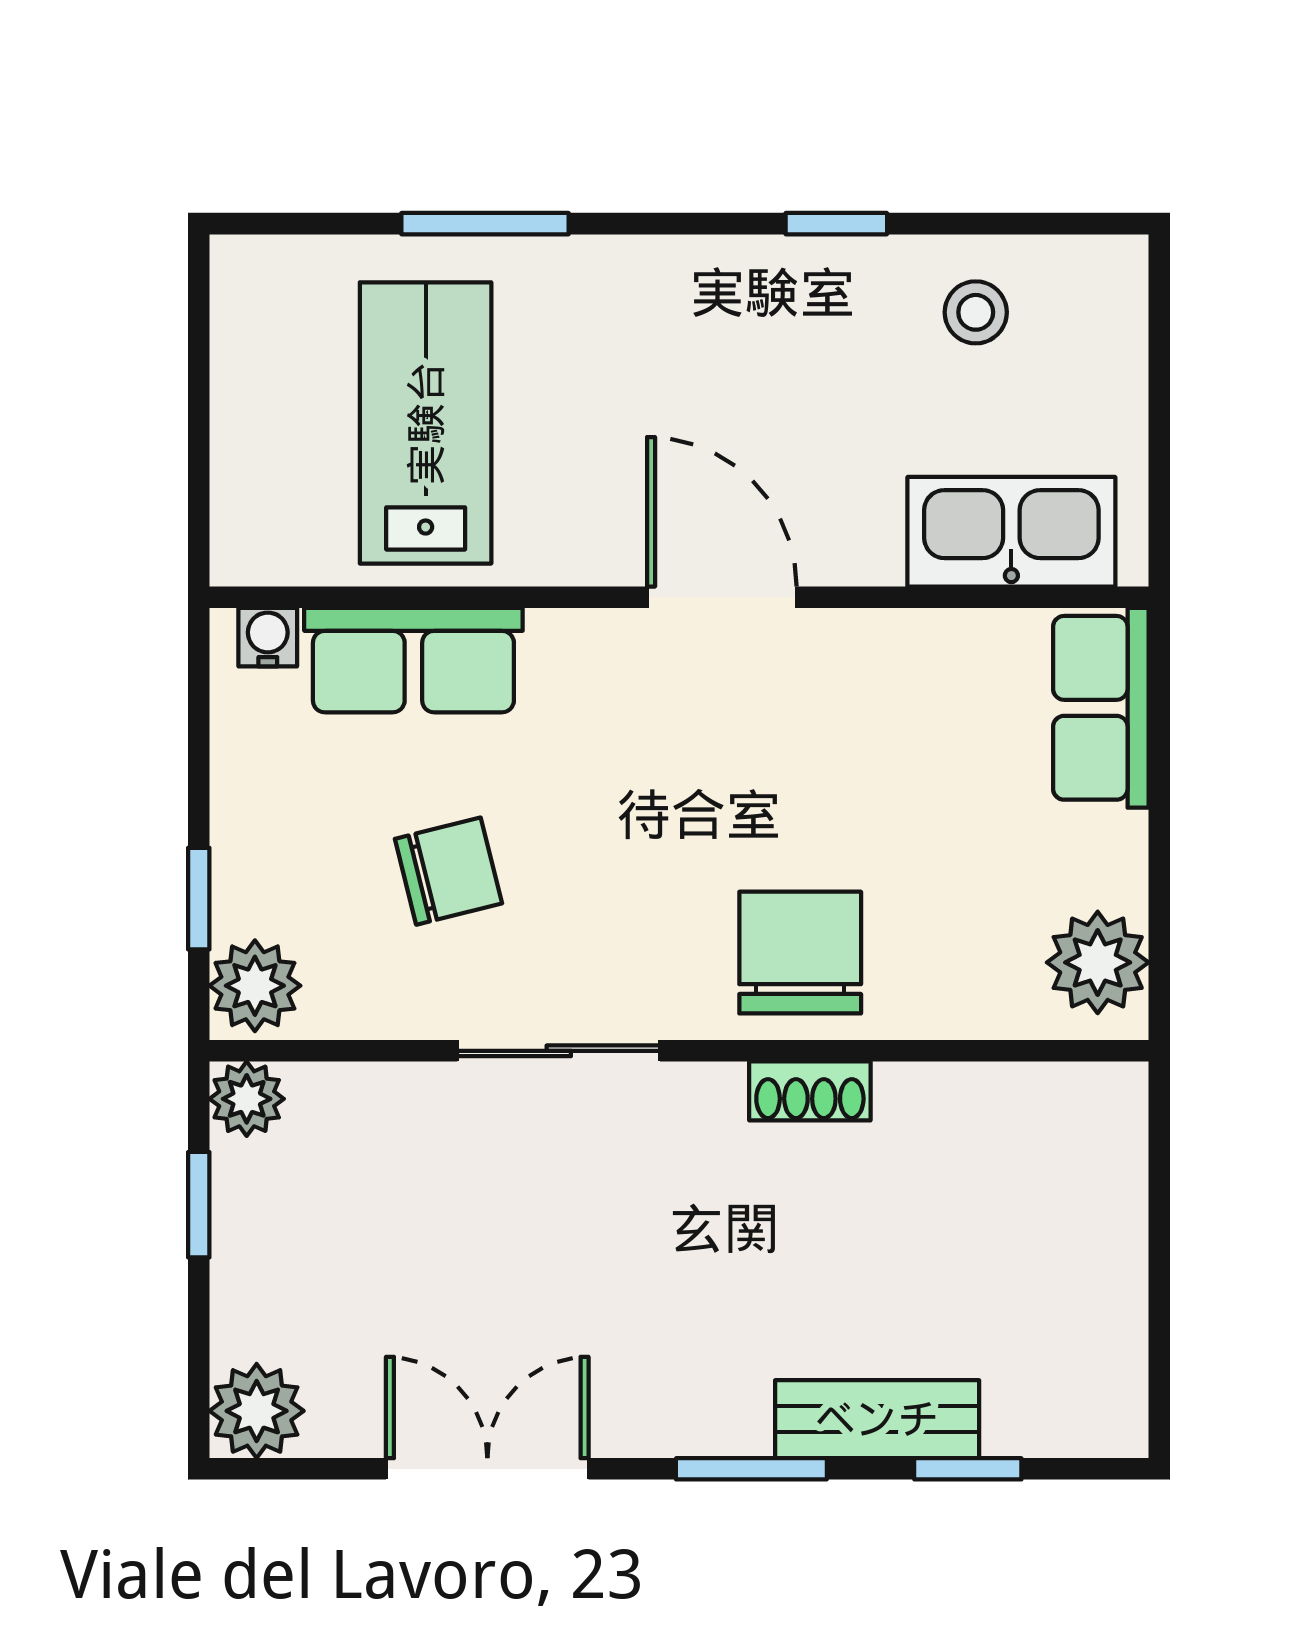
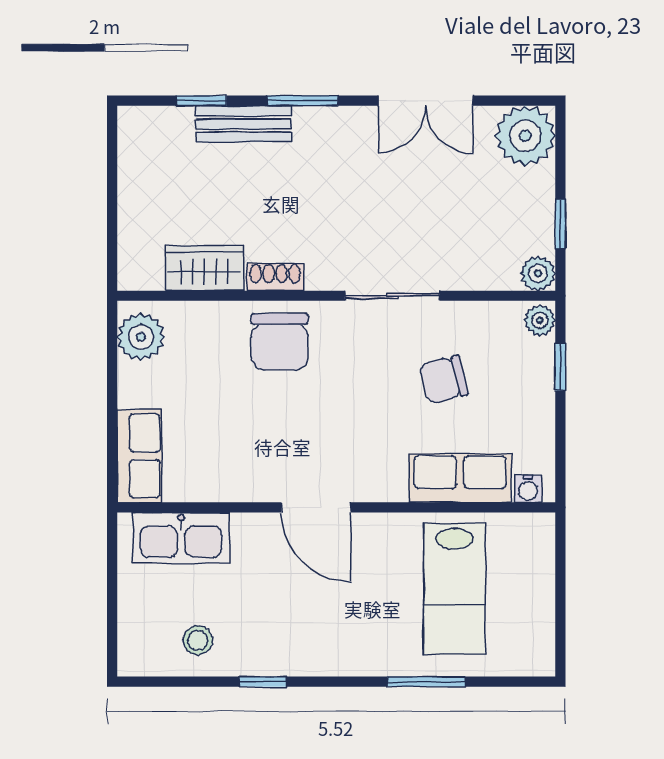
plant: (255, 986) -> (540, 320), width x0.73, depth x0.73
wardrobe: (961, 1110) -> (205, 268), added
plant: (257, 1411) -> (525, 136), width x1.36, depth x1.36

